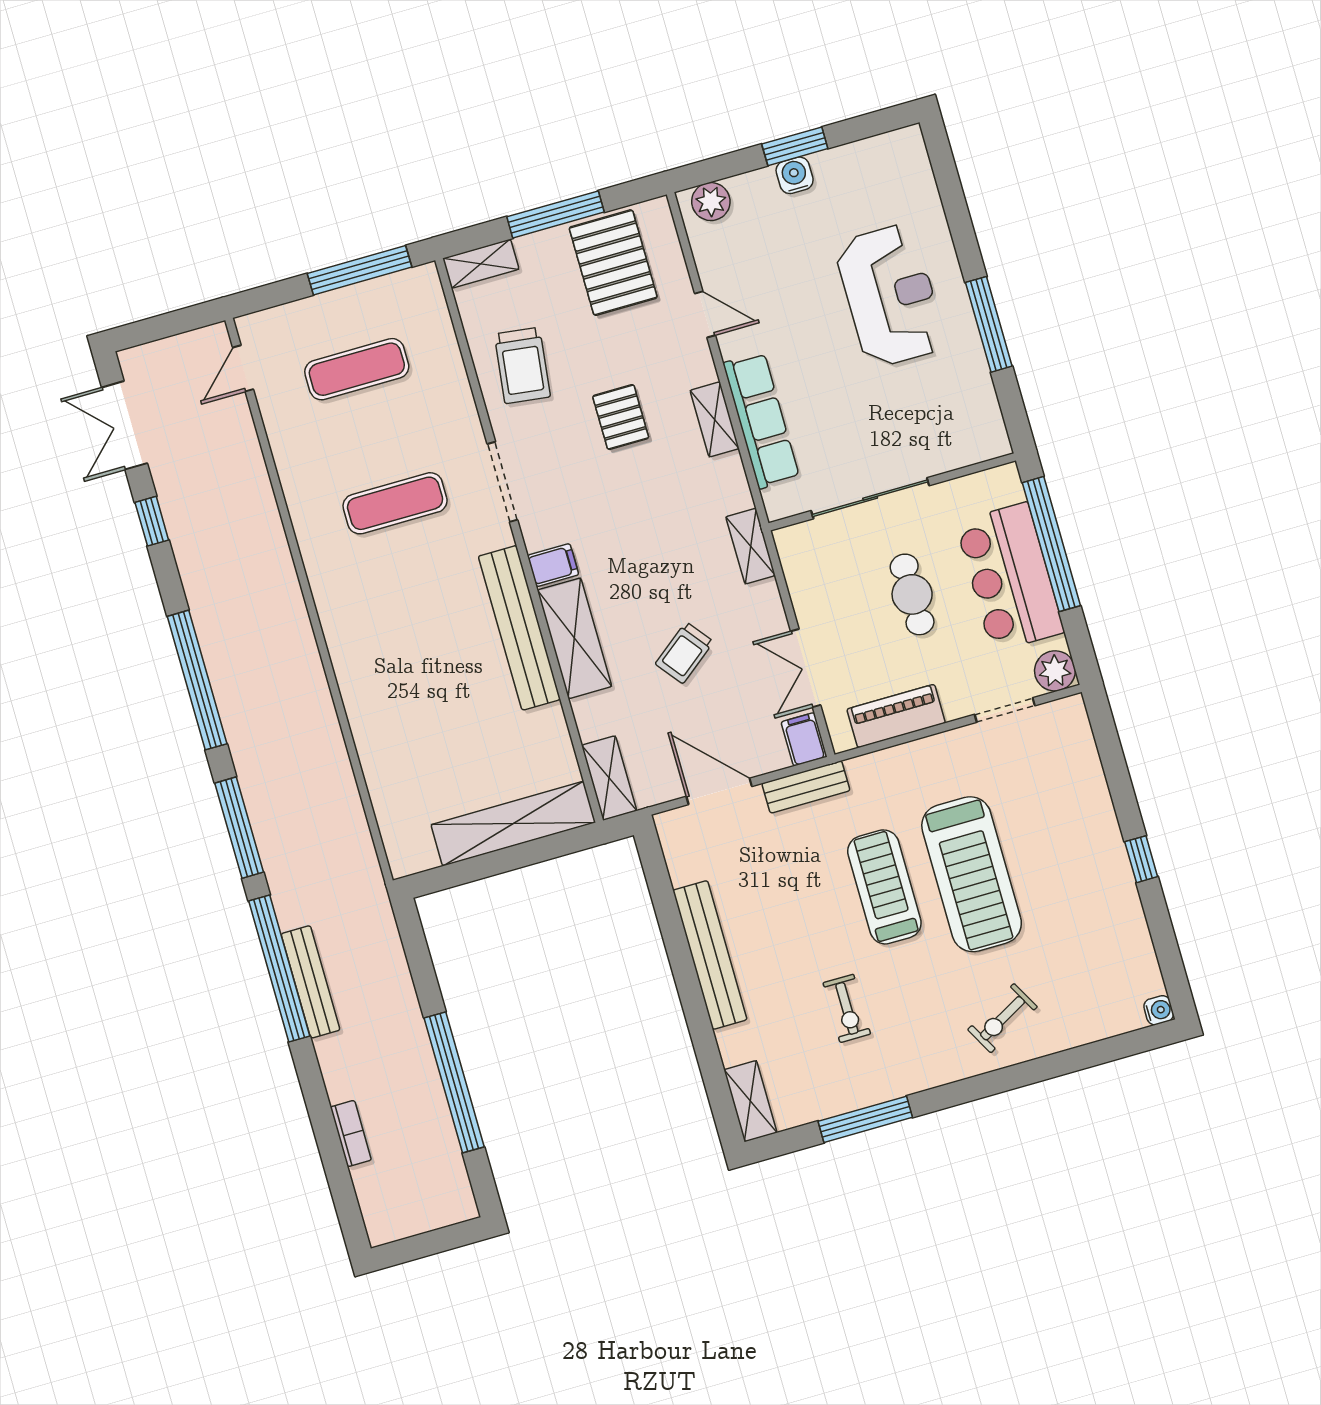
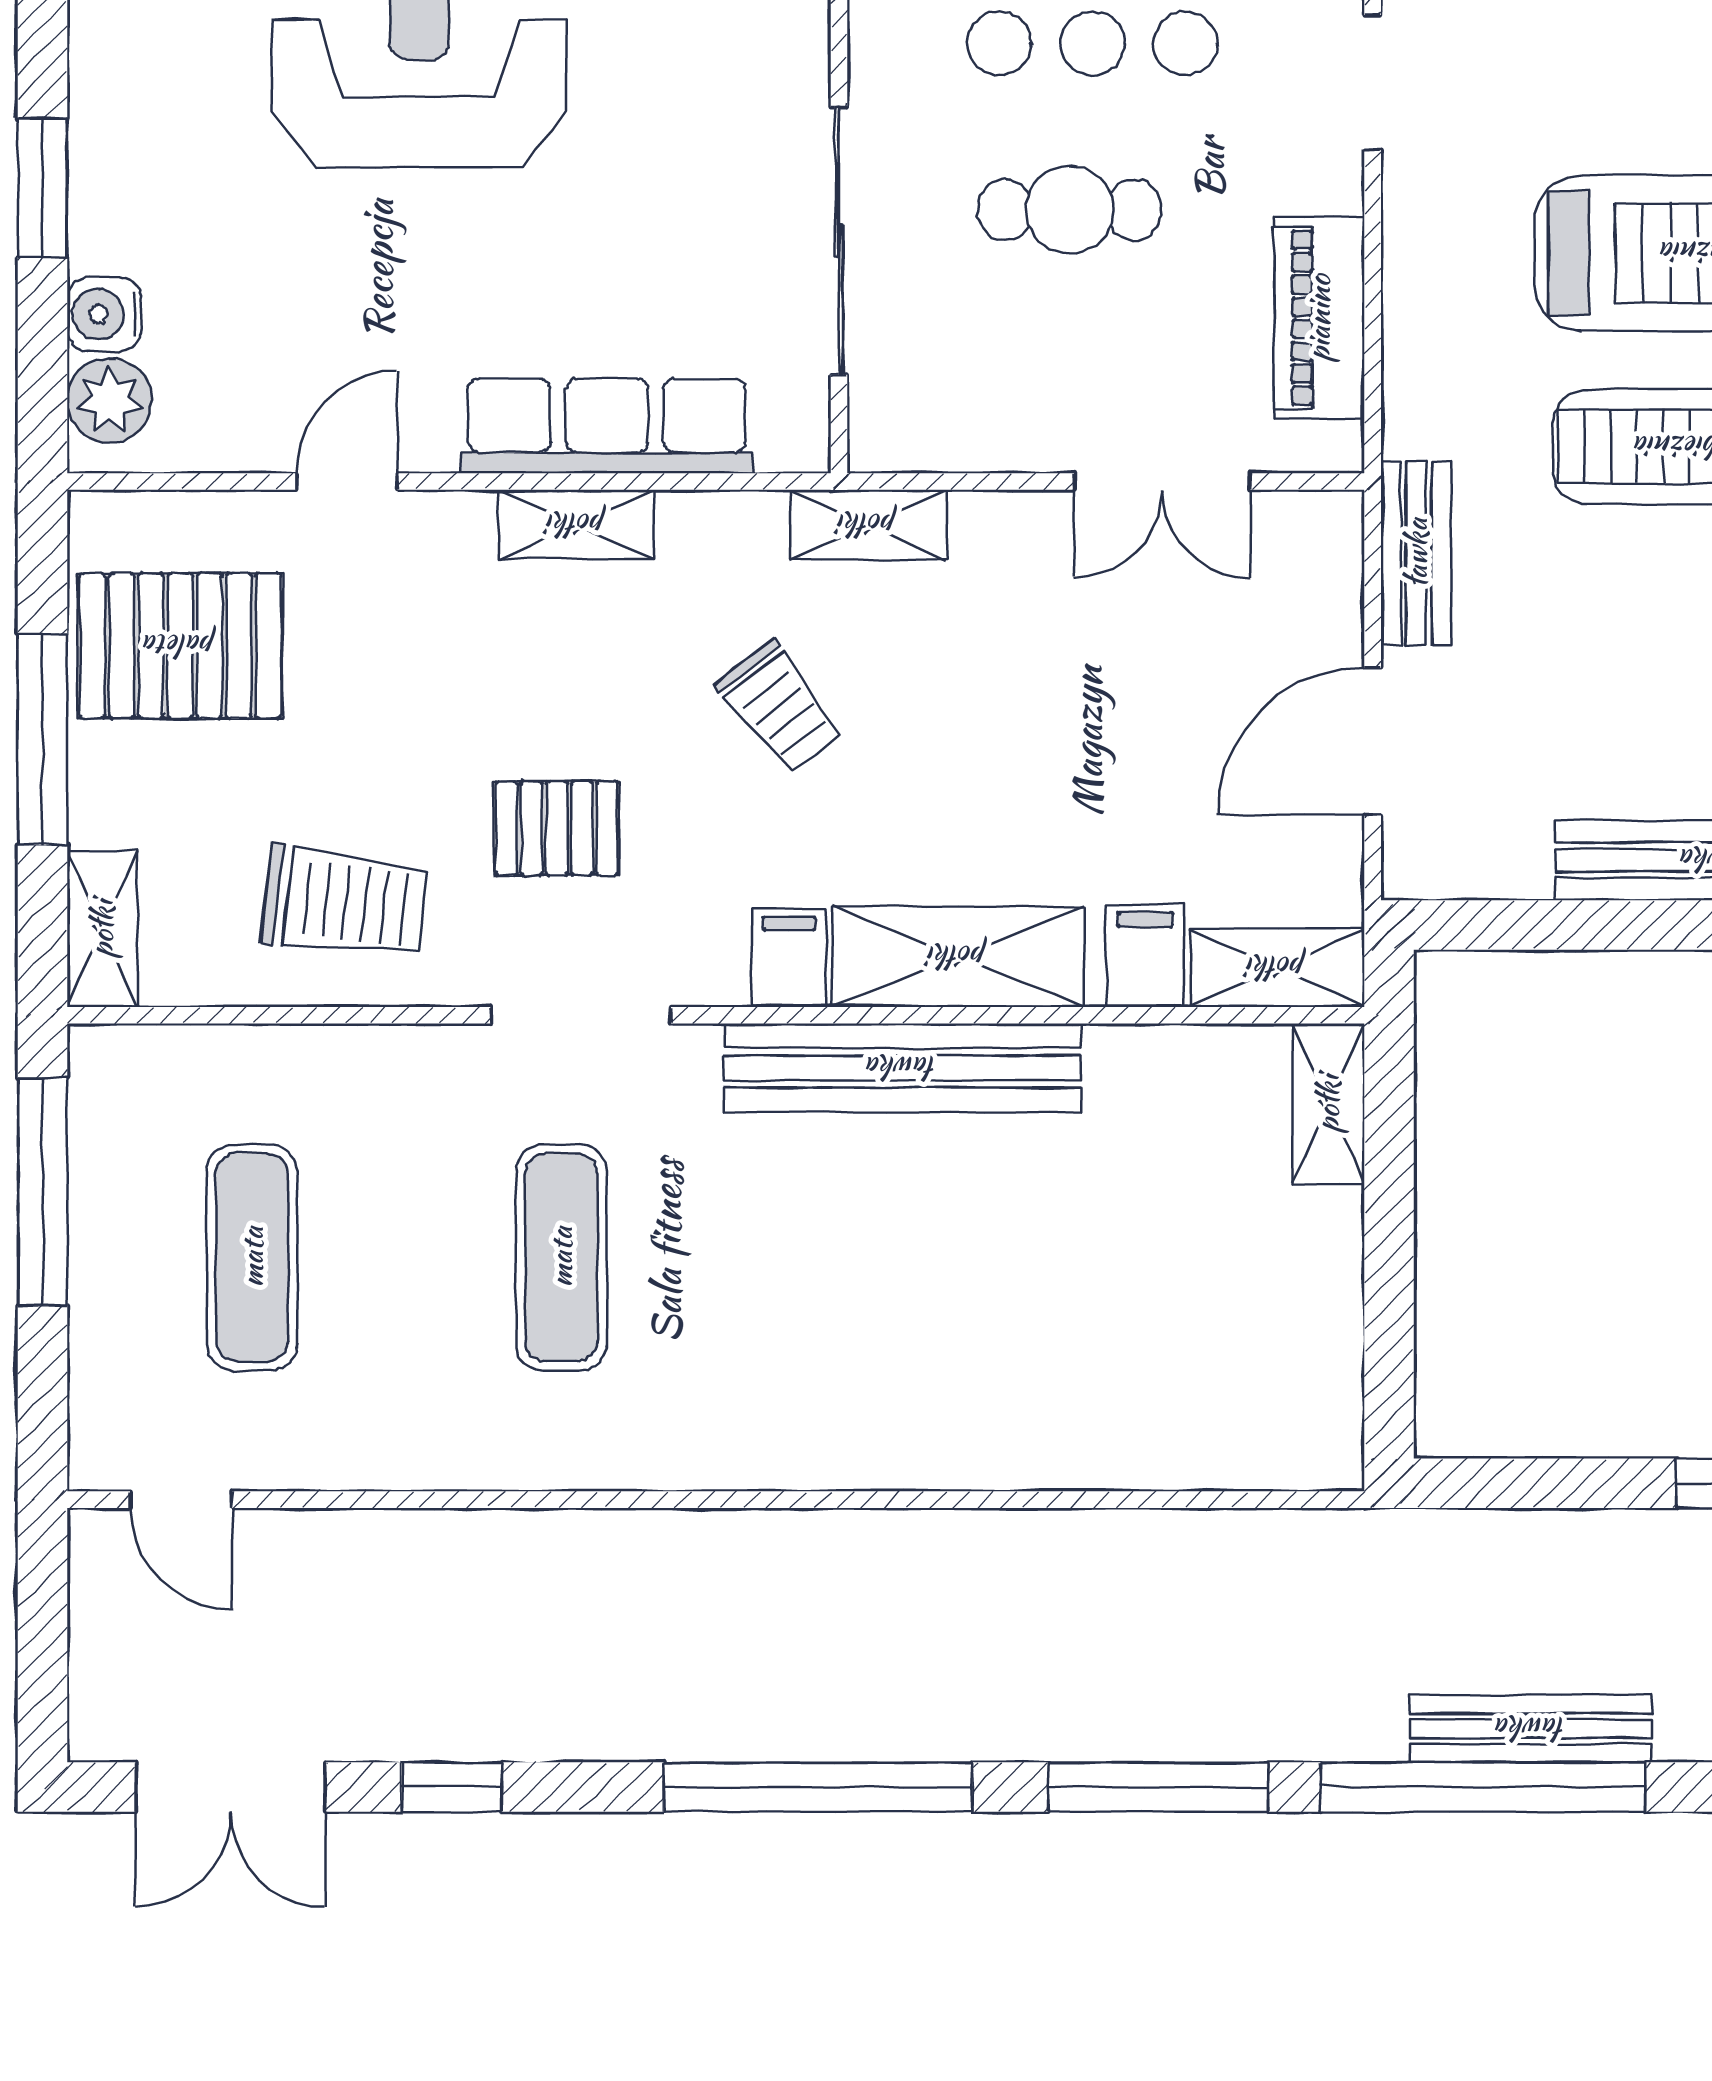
water cooler: (795, 175) -> (104, 314), moved
pallet: (621, 417) -> (557, 828), moved
trolley: (684, 653) -> (780, 707), moved
filing cabinet: (804, 739) -> (1145, 956), moved, turned 90
shelving: (513, 824) -> (1328, 1104), width x0.45, depth x0.75

